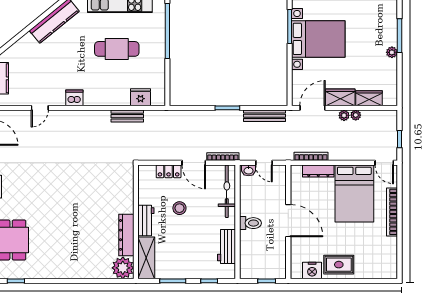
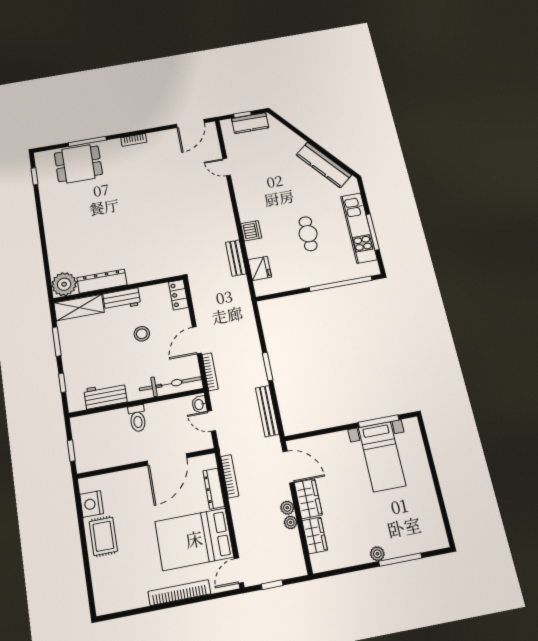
bed with nightstands: (318, 39) -> (382, 456), width x0.73
cafe table: (117, 49) -> (308, 234), width x0.73, depth x0.74
dishwasher: (74, 98) -> (251, 231), moved
door: (264, 163) -> (212, 421), hinge flipped
locker: (169, 171) -> (178, 295), moved
door: (288, 221) -> (167, 459), moved

